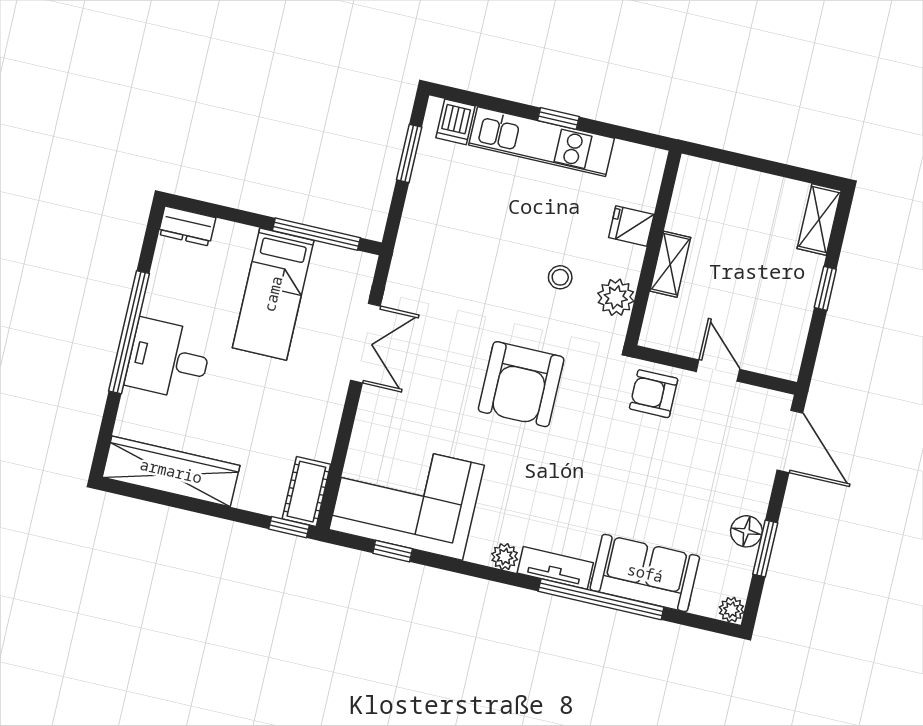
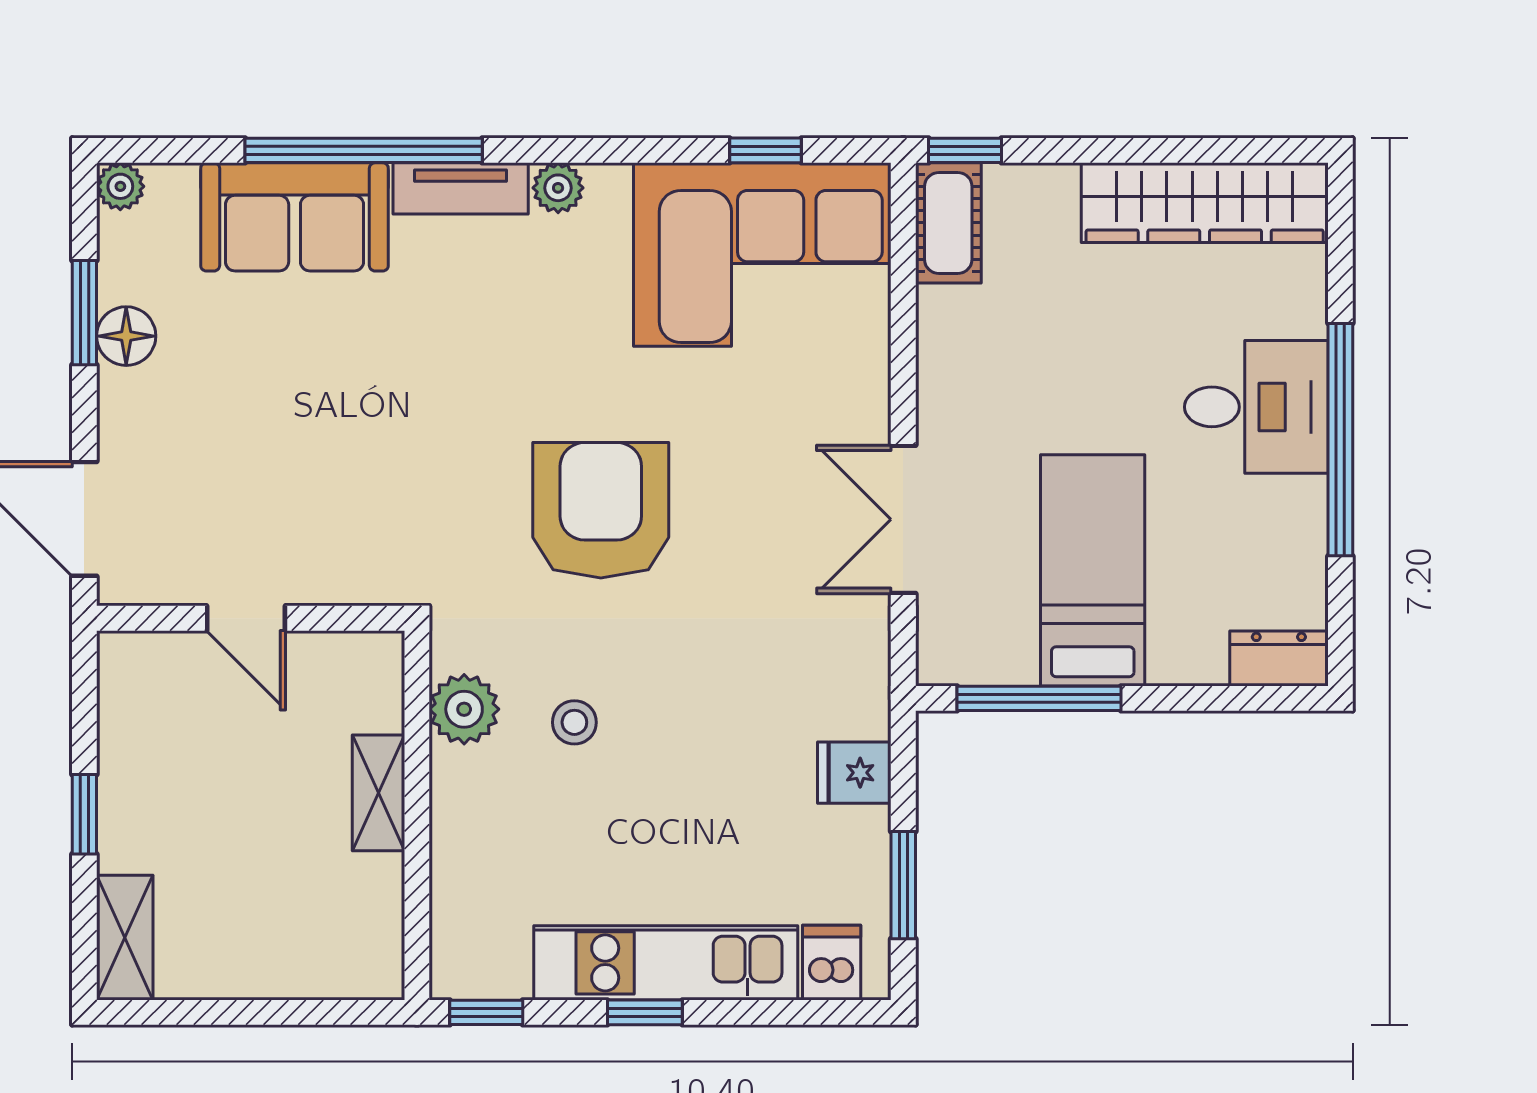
window: (641, 137) -> (486, 1012), added
fridge: (631, 226) -> (854, 773), moved, turned 180
armchair: (654, 394) -> (354, 549), removed

